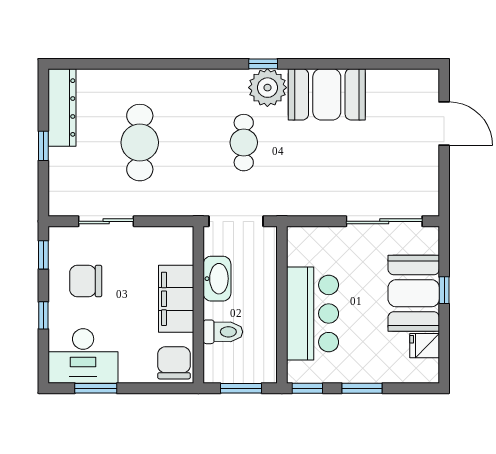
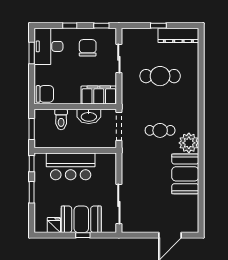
window: (263, 64) -> (201, 141), removed
filing cabinet: (176, 299) -> (99, 95), moved

